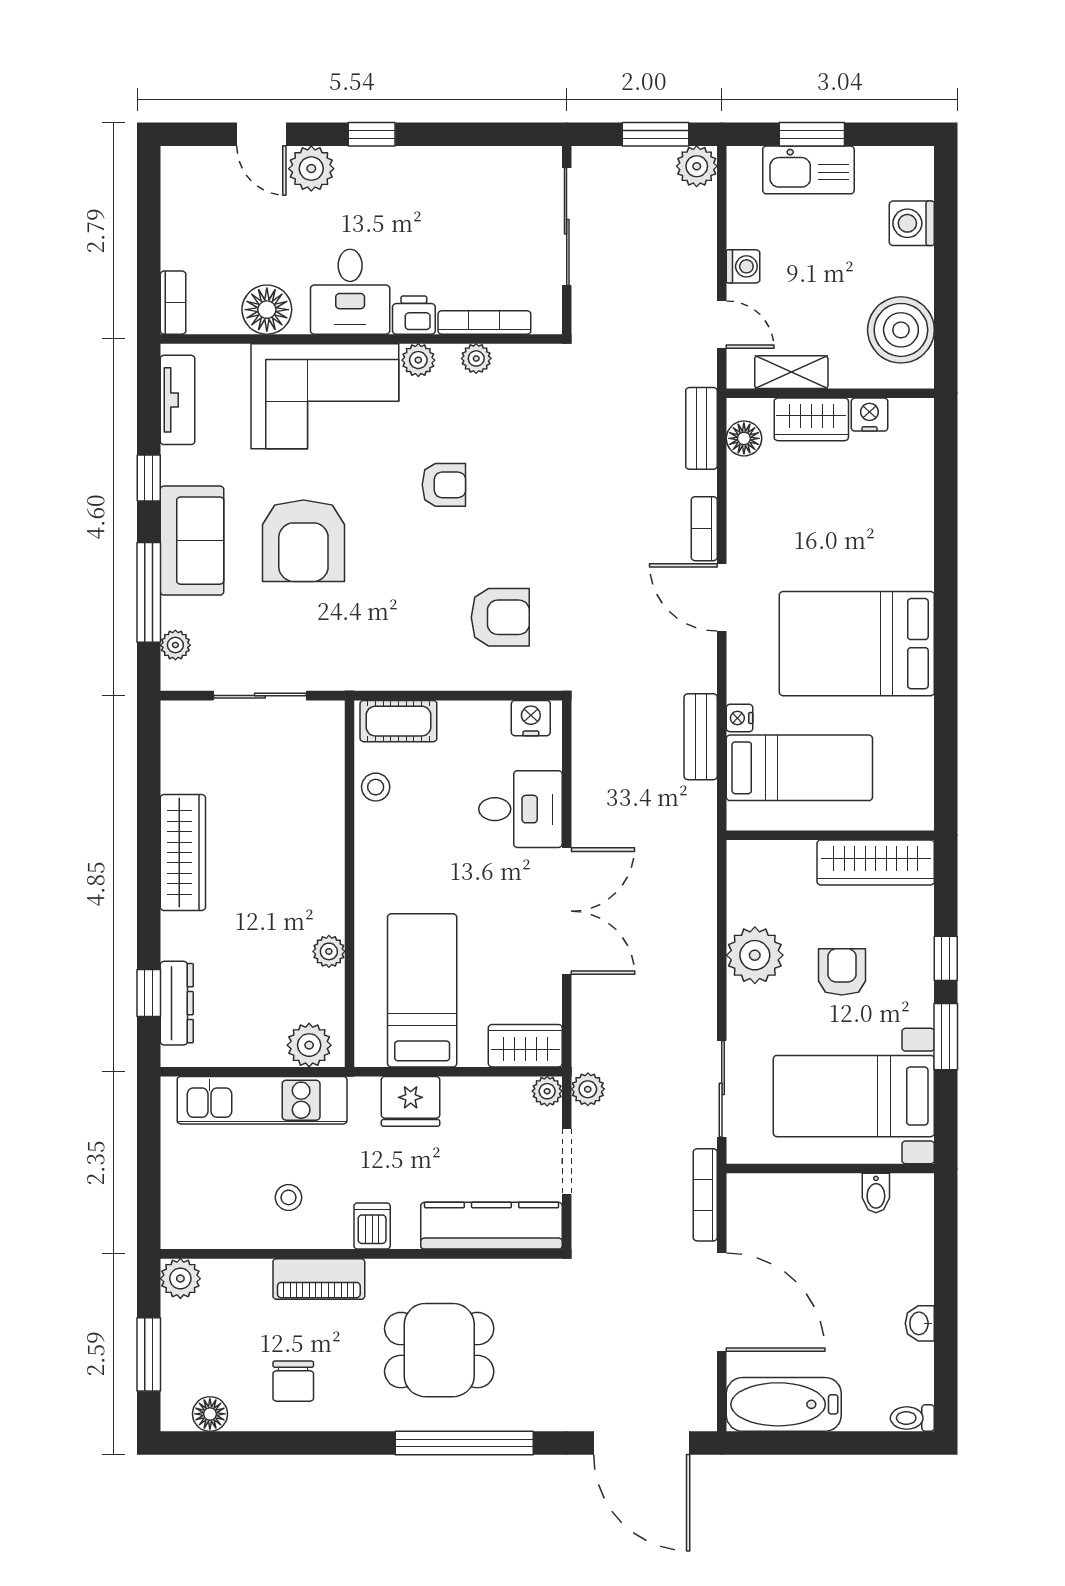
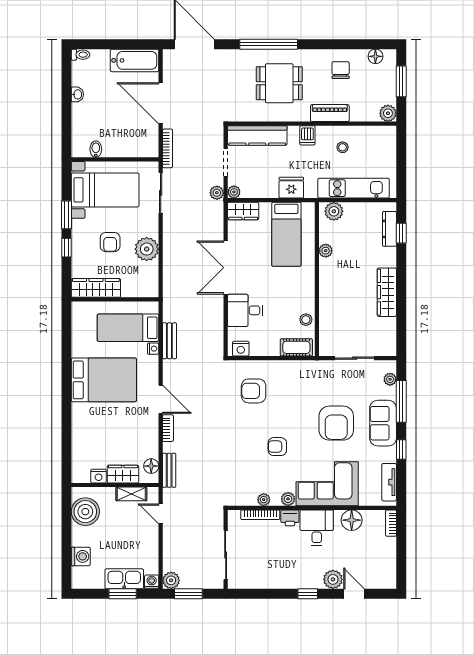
washing machine: (743, 266) -> (152, 582), moved, turned 90
armchair: (303, 541) -> (336, 423), turned 180

